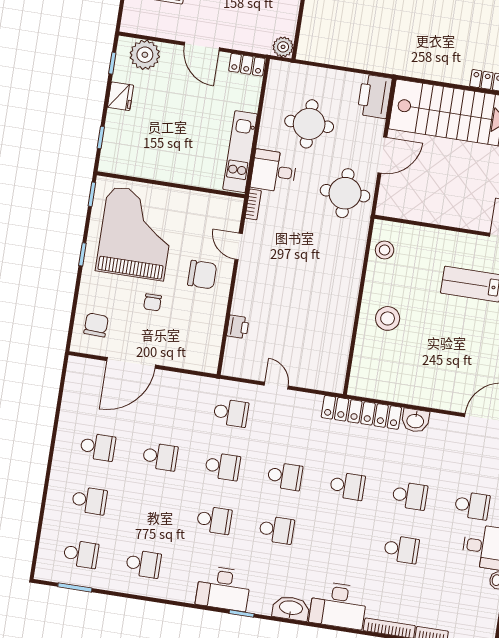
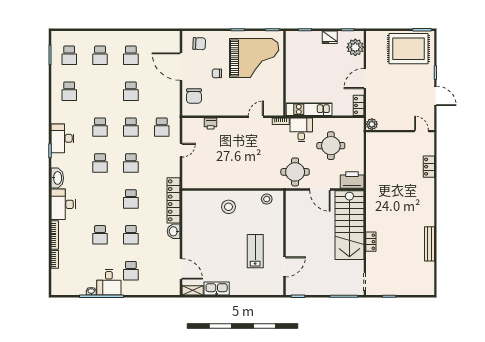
chair: (202, 275) -> (194, 96), moved

